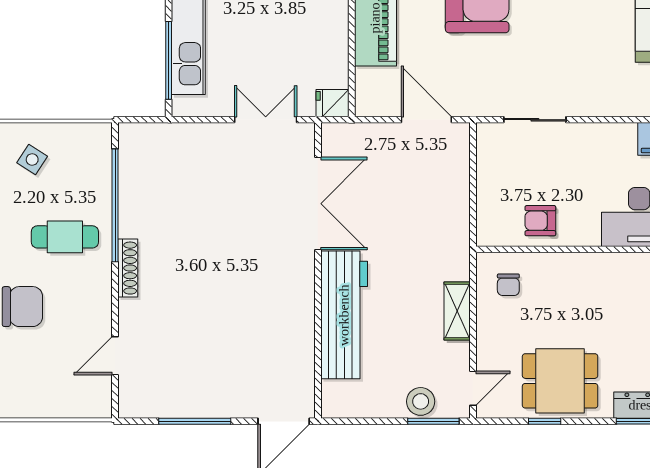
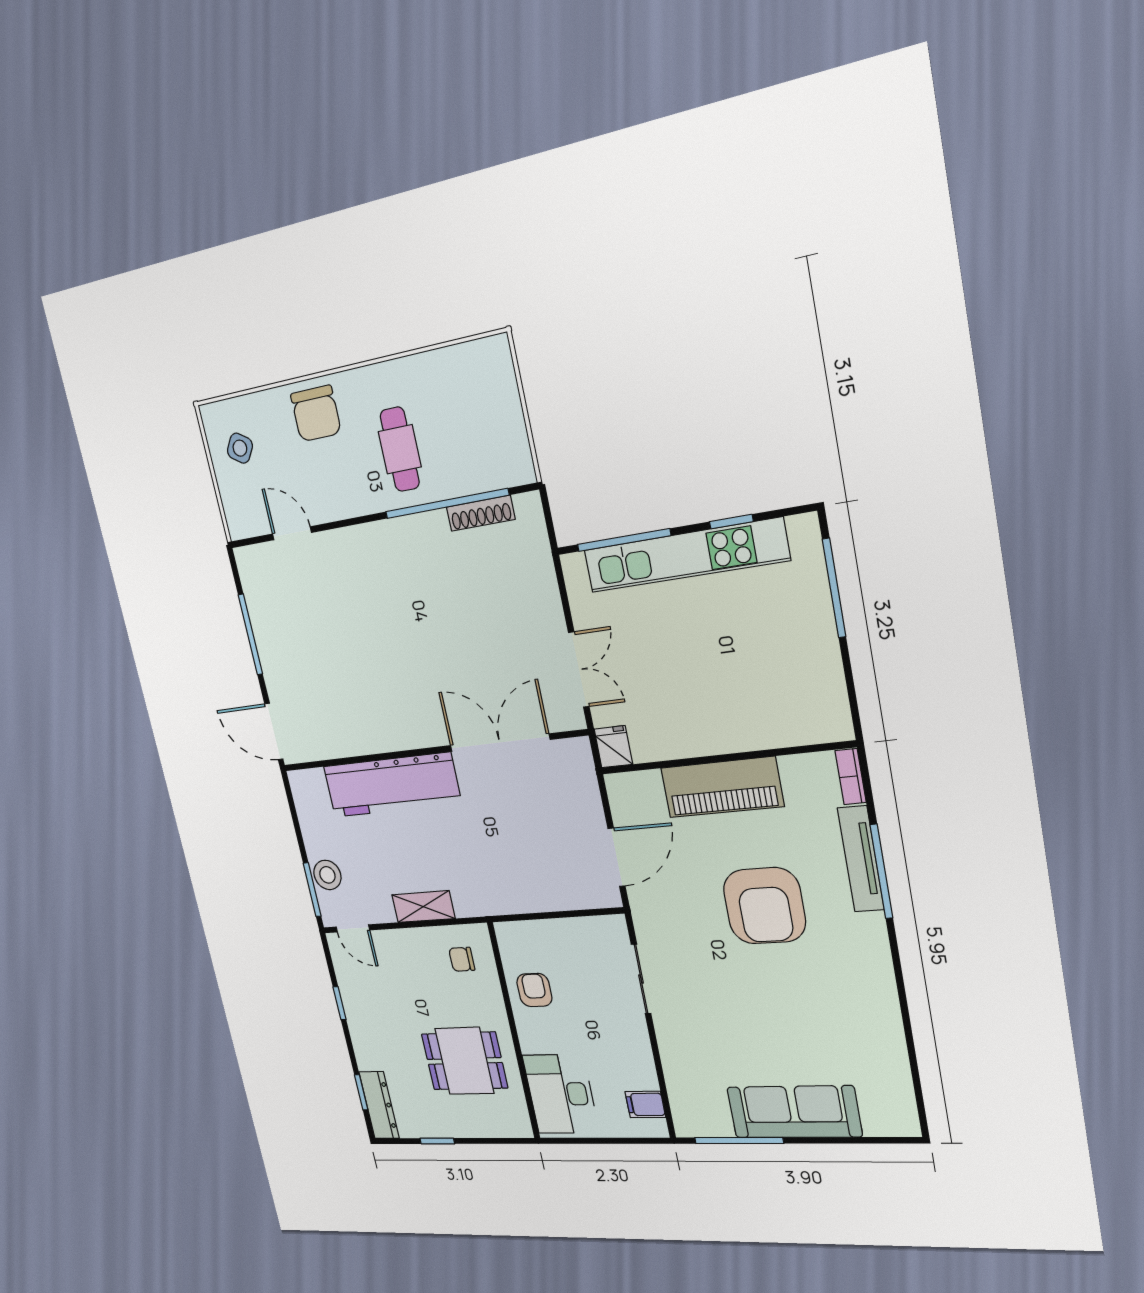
side table: (32, 160) -> (240, 448), moved
double door: (318, 204) -> (500, 743), swing flipped
shoe rack: (128, 268) -> (481, 513), moved
dining table: (560, 381) -> (464, 1061), moved, turned 90

